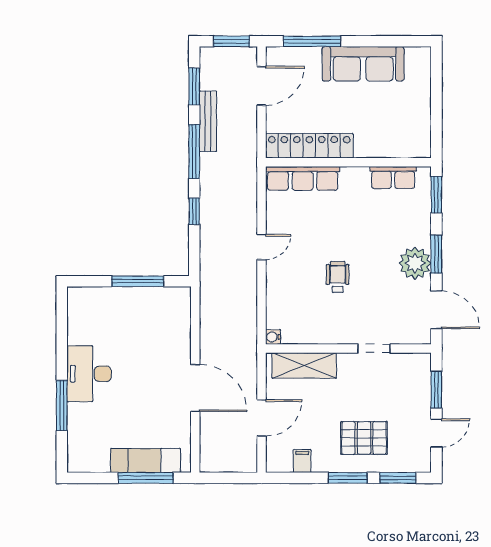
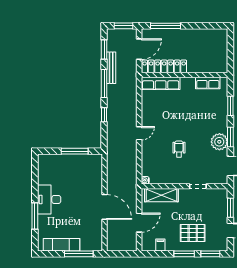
sofa: (363, 64) -> (192, 38), removed
locker: (309, 146) -> (164, 66), moved
wall: (348, 162) -> (185, 75), moved
row of seats: (303, 178) -> (161, 83), moved
row of seats: (393, 178) -> (208, 83), moved
exam couch: (146, 461) -> (61, 245), moved

